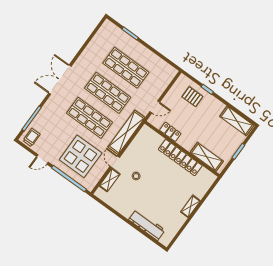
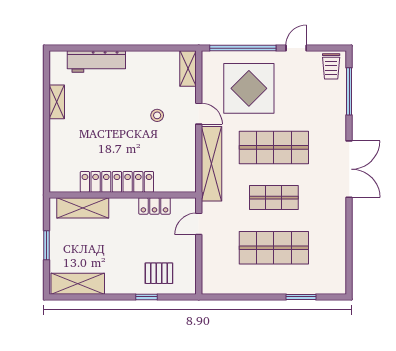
shop shelf: (108, 93) -> (274, 198), width x0.70, depth x0.74
shelving: (110, 180) -> (188, 69), moved
shelving: (190, 206) -> (57, 102), moved

